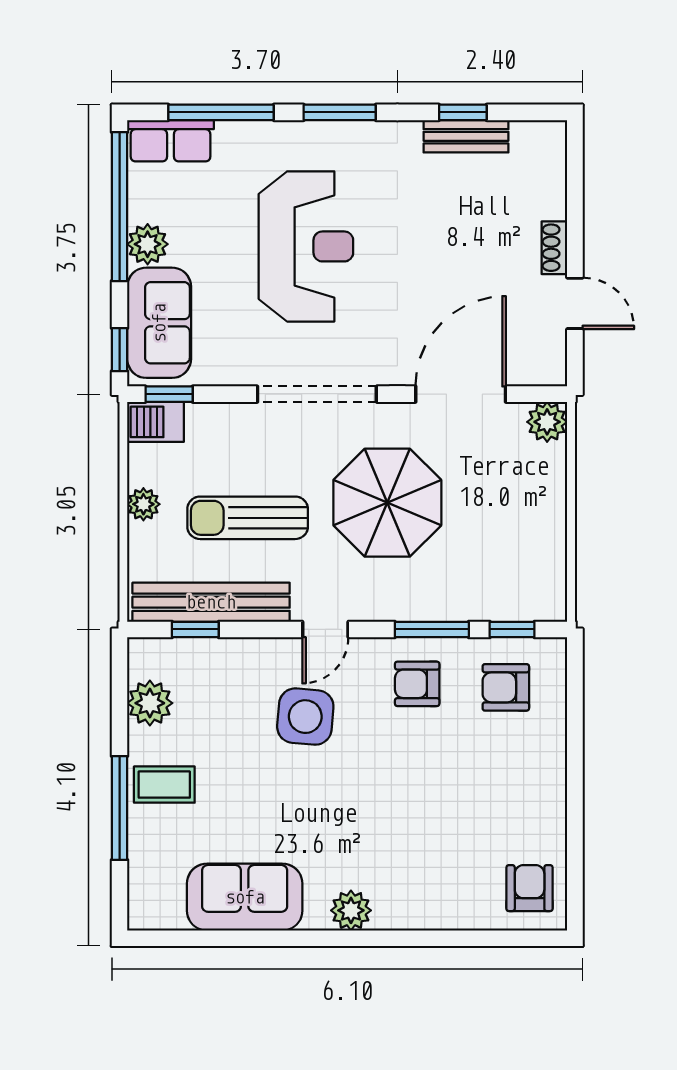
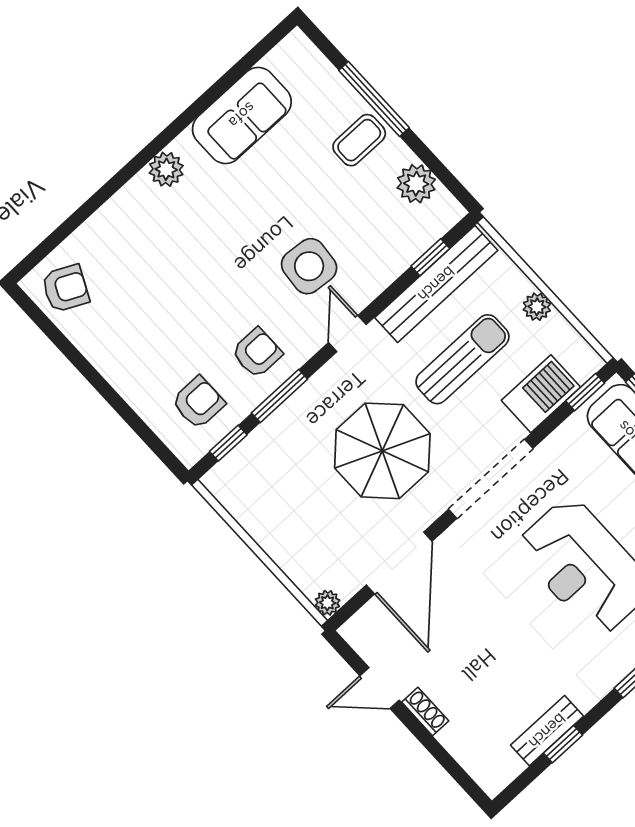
barbecue: (155, 422) -> (541, 394), moved, width x1.38, depth x1.27
plant: (547, 422) -> (327, 603), width x0.73, depth x0.73
armchair: (530, 888) -> (65, 288), turned -64

